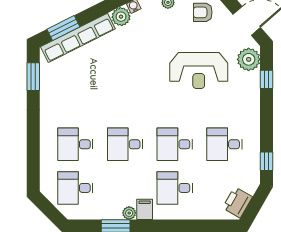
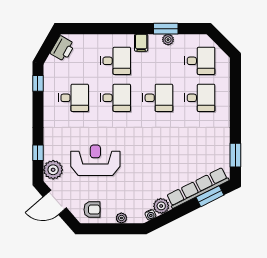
plant: (129, 213) -> (168, 40), moved

